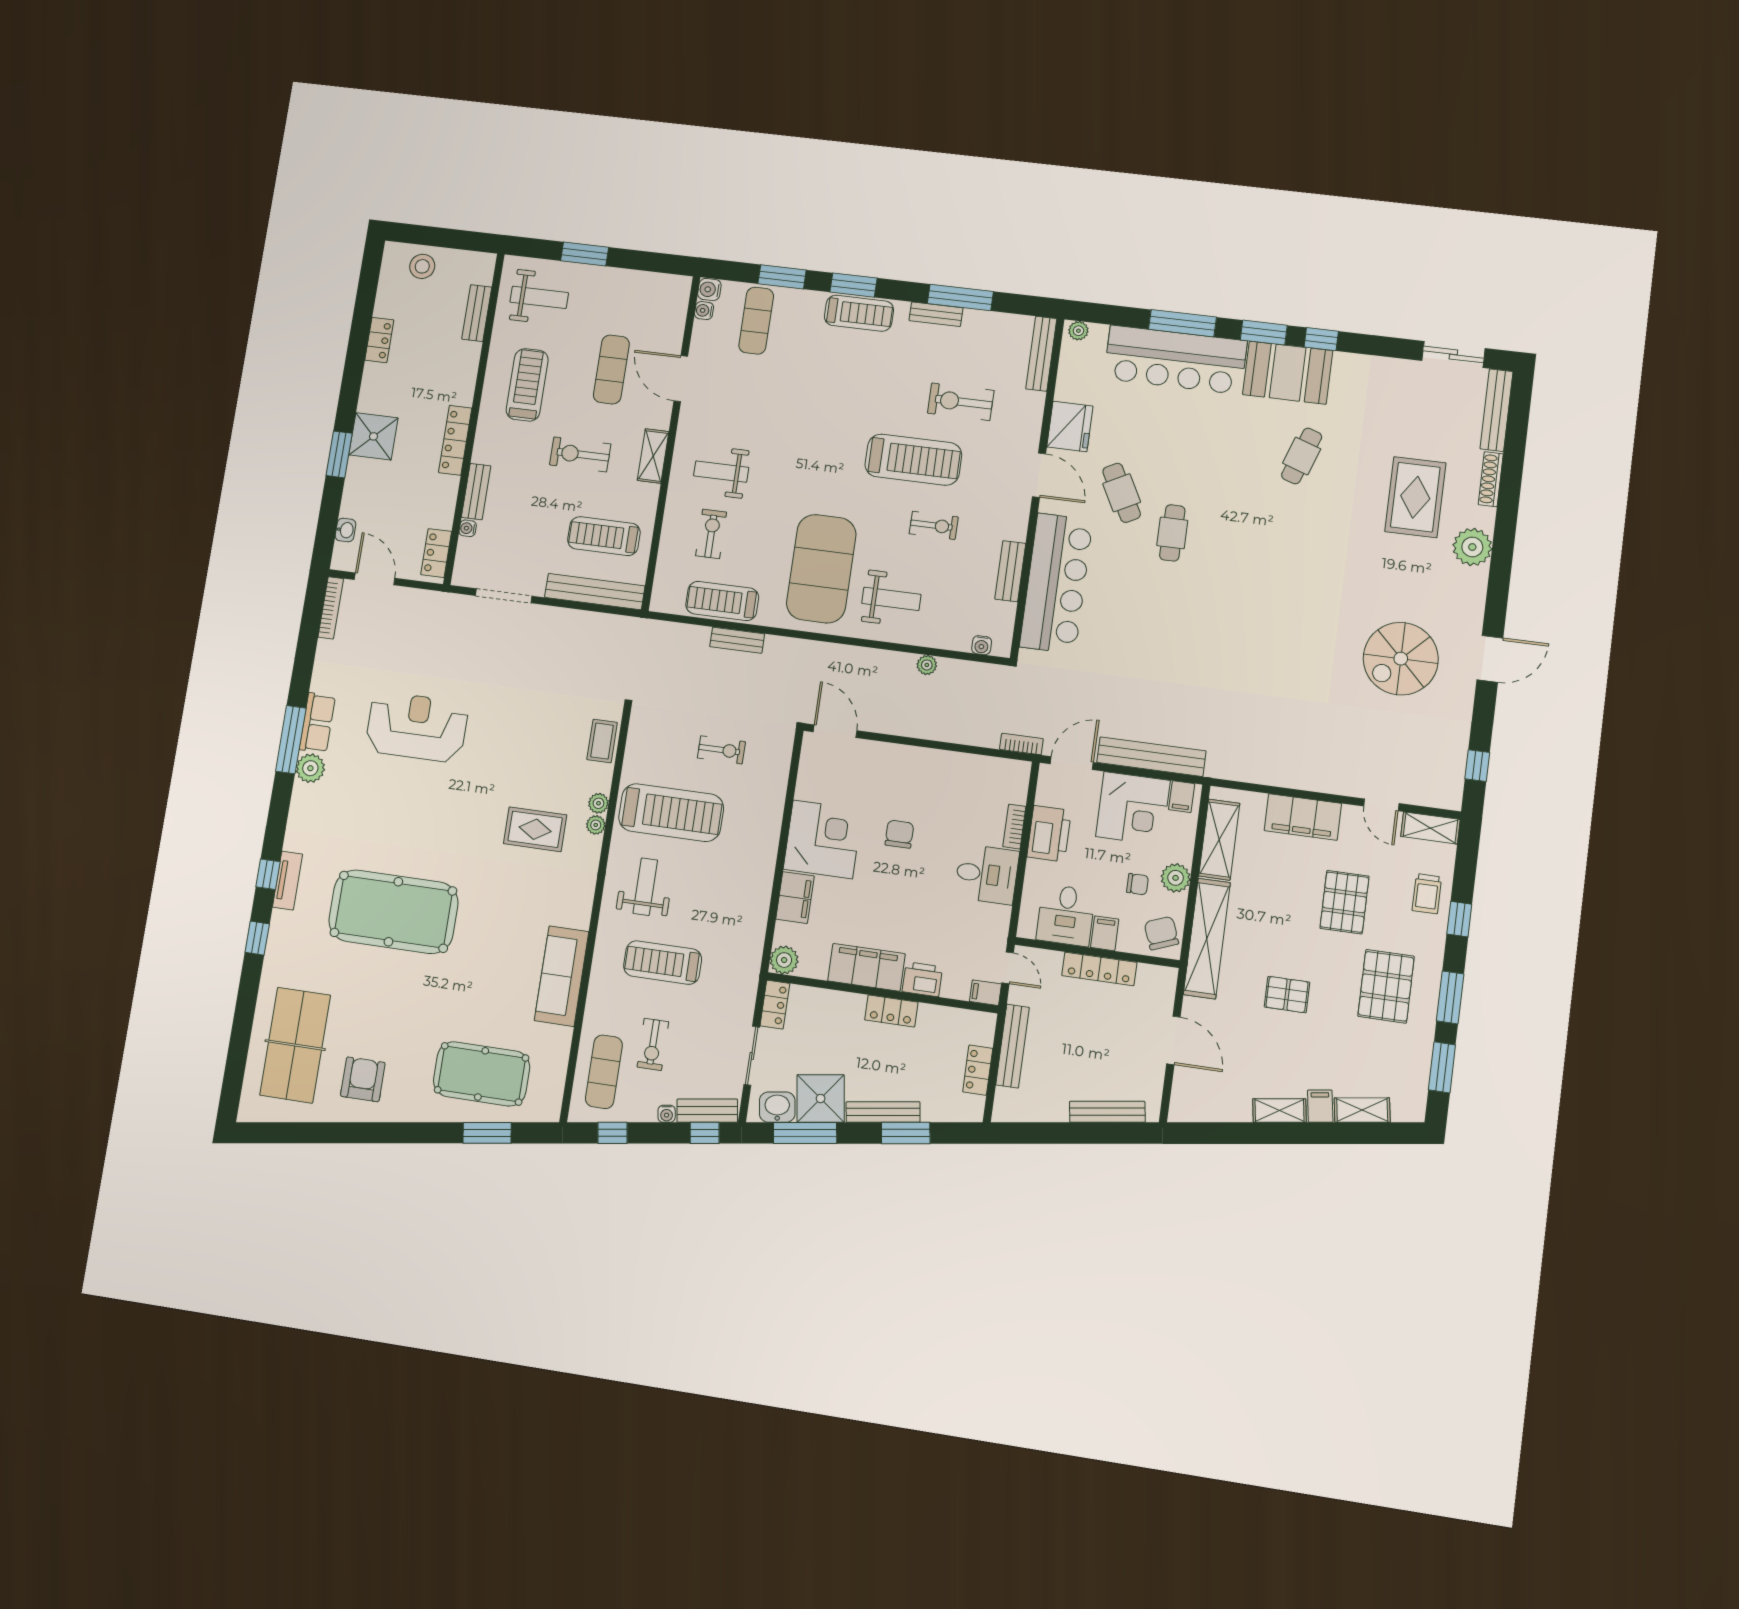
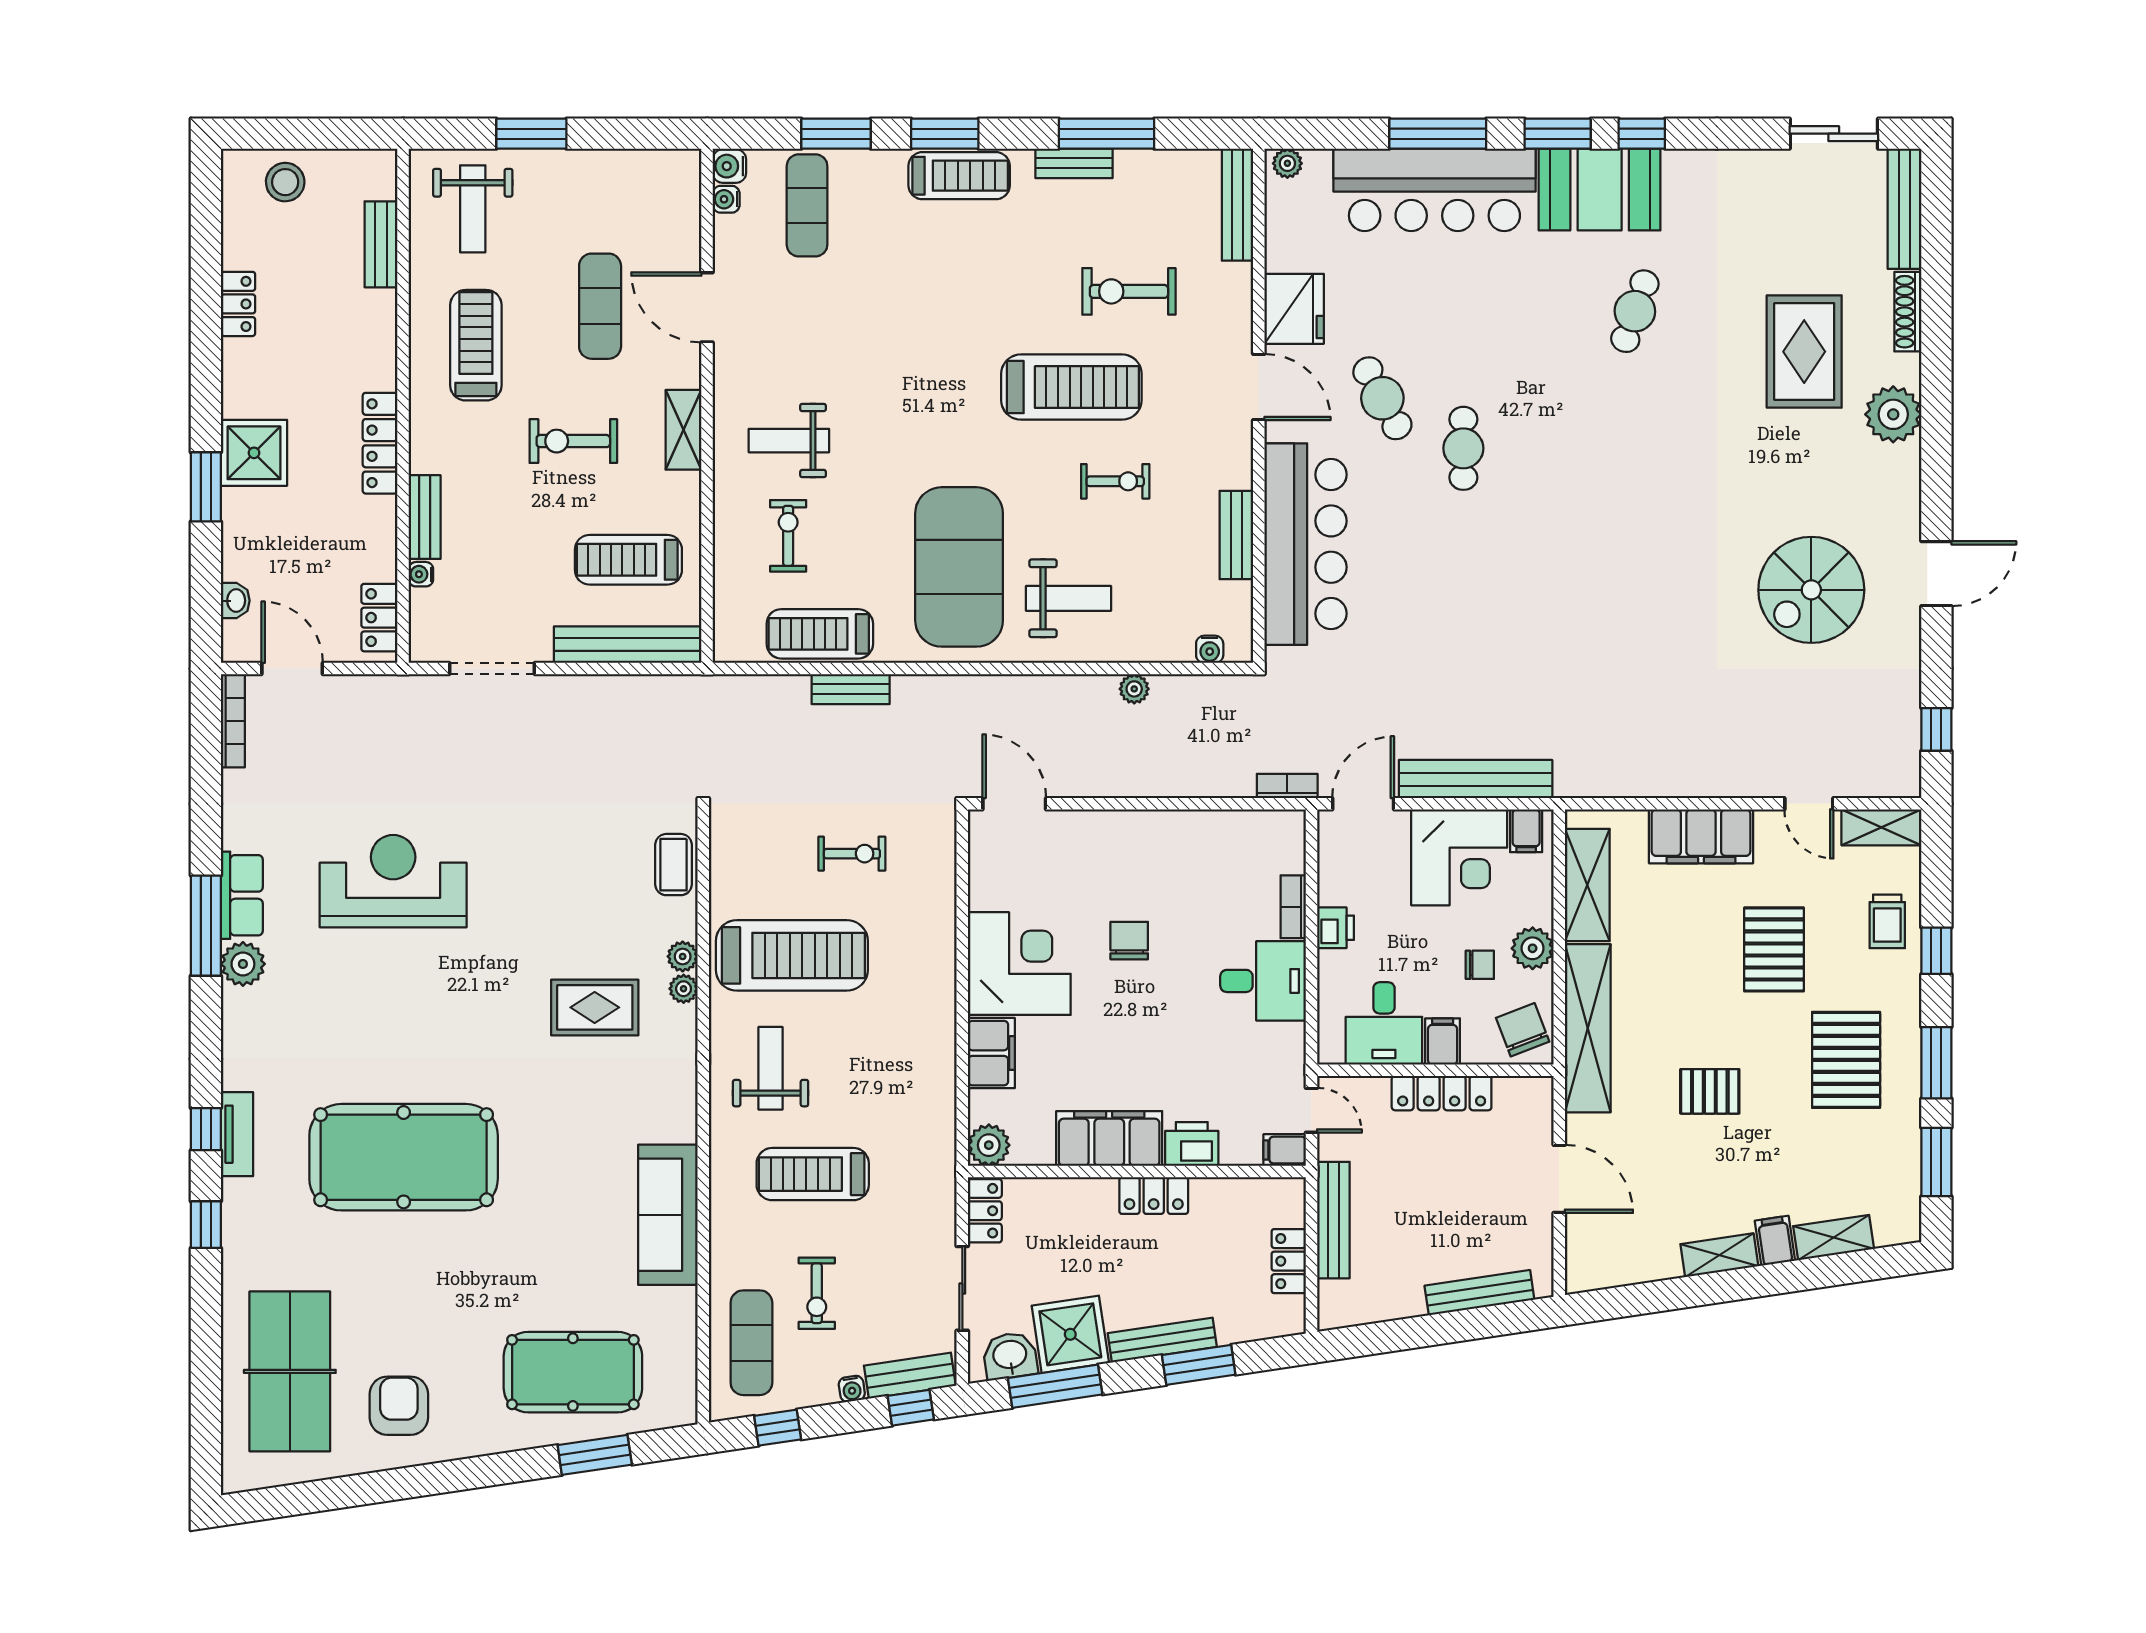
weight bench: (539, 297) -> (473, 209), turned 90
printer: (1049, 834) -> (1336, 928), width x0.53, depth x0.68

